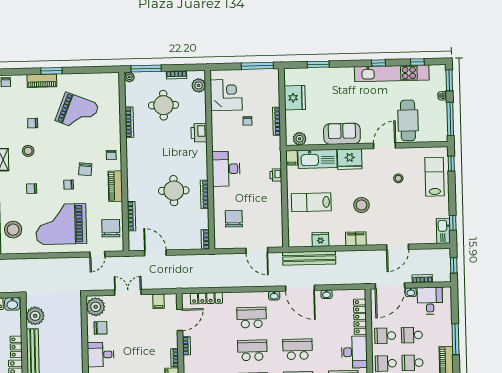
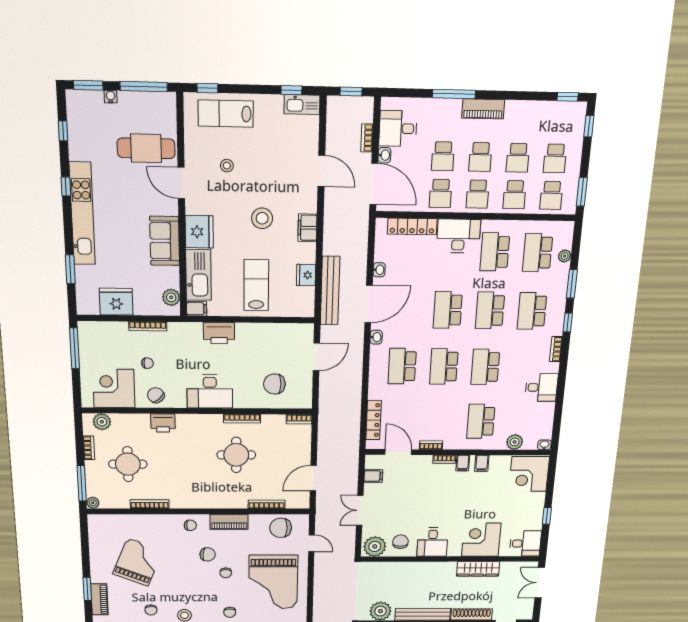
kitchen unit: (392, 73) -> (82, 214), moved
chair: (222, 127) -> (156, 395), added
printer: (276, 175) -> (219, 333), width x1.87, depth x1.48
lab bench: (311, 202) -> (256, 285), turned 180

